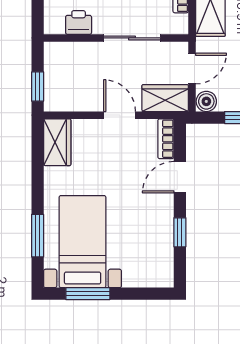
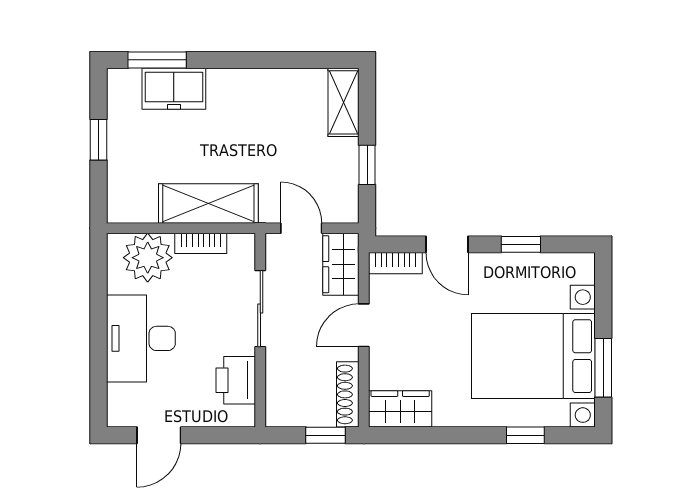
printer: (79, 22) -> (236, 380), width x1.36, depth x1.24
boiler: (206, 101) -> (345, 209), removed
shoe rack: (68, 103) -> (348, 394), added
window: (38, 236) -> (525, 435), width x0.67
bed with nightstands: (83, 242) -> (533, 356), width x1.36

